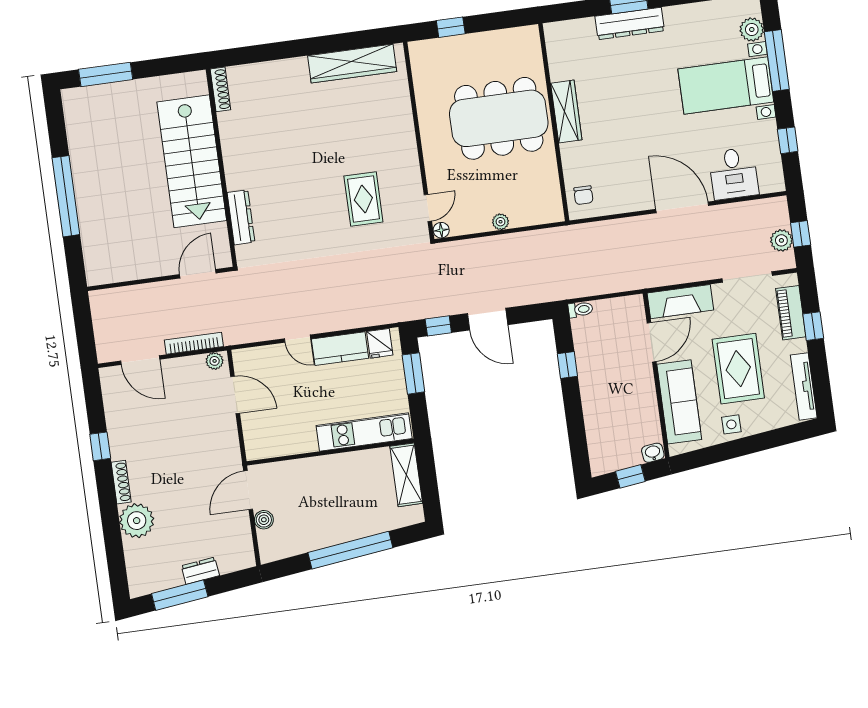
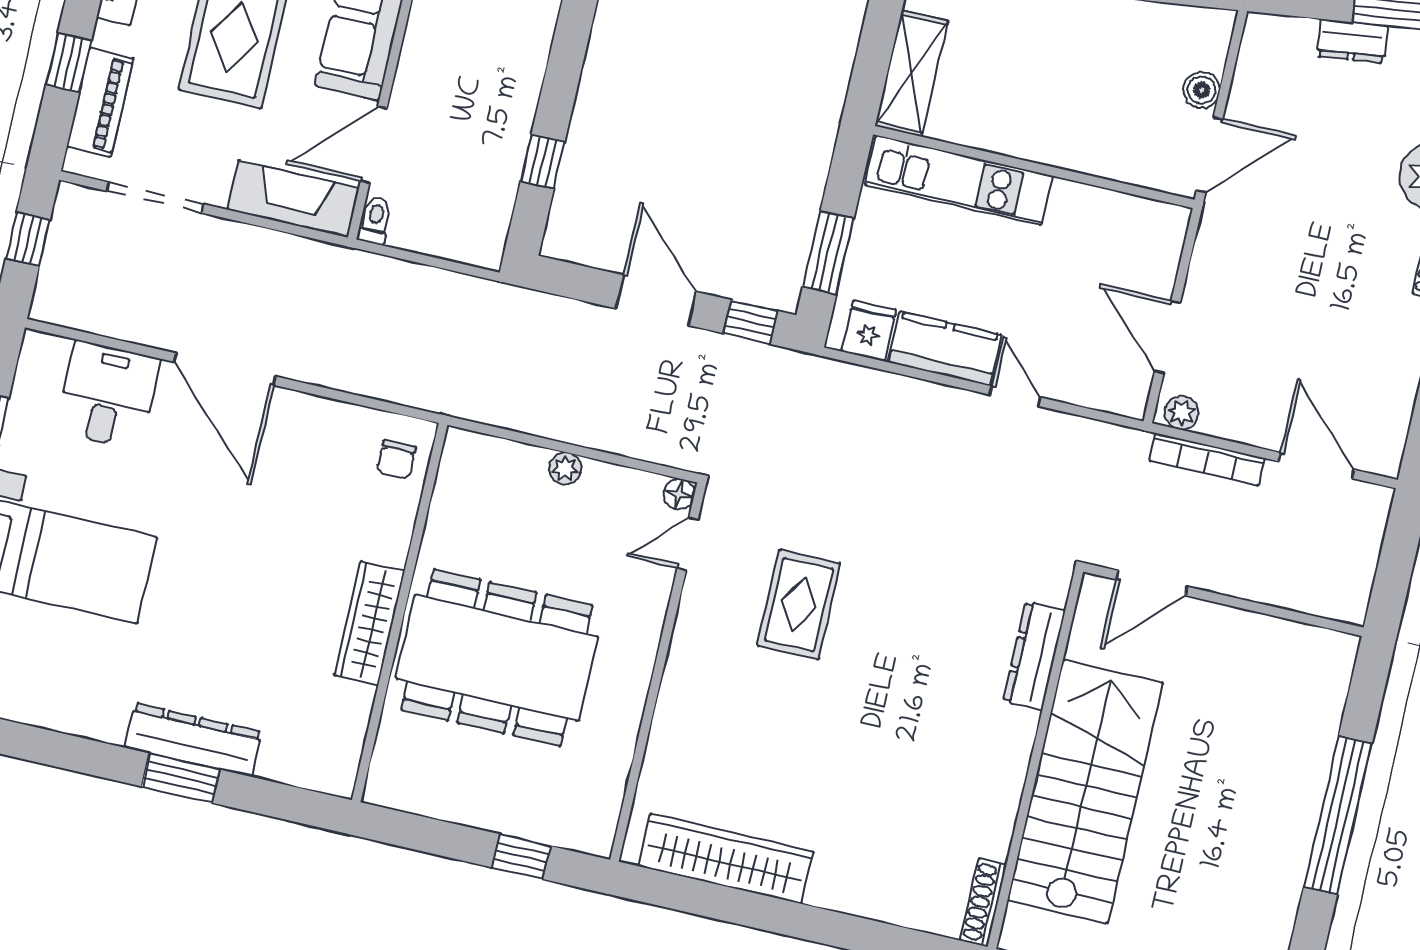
chair: (583, 195) -> (396, 459), turned 180
plant: (781, 240) -> (67, 240), removed
toilet: (580, 309) -> (375, 220), moved, turned 90

